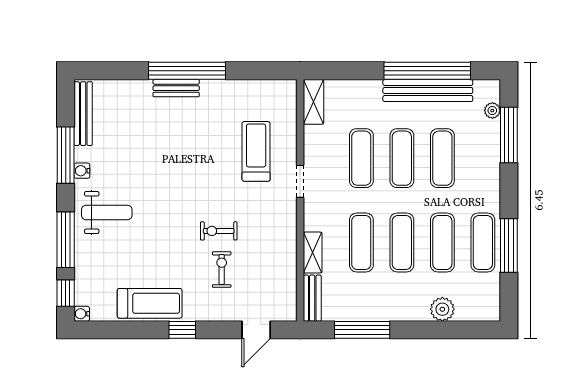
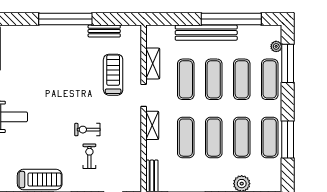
bench: (176, 88) -> (104, 31), moved
bench: (428, 90) -> (206, 33), moved
shelving: (313, 102) -> (153, 64), moved
exercise mat: (483, 158) -> (270, 79), added
shelving: (313, 253) -> (152, 125), moved

